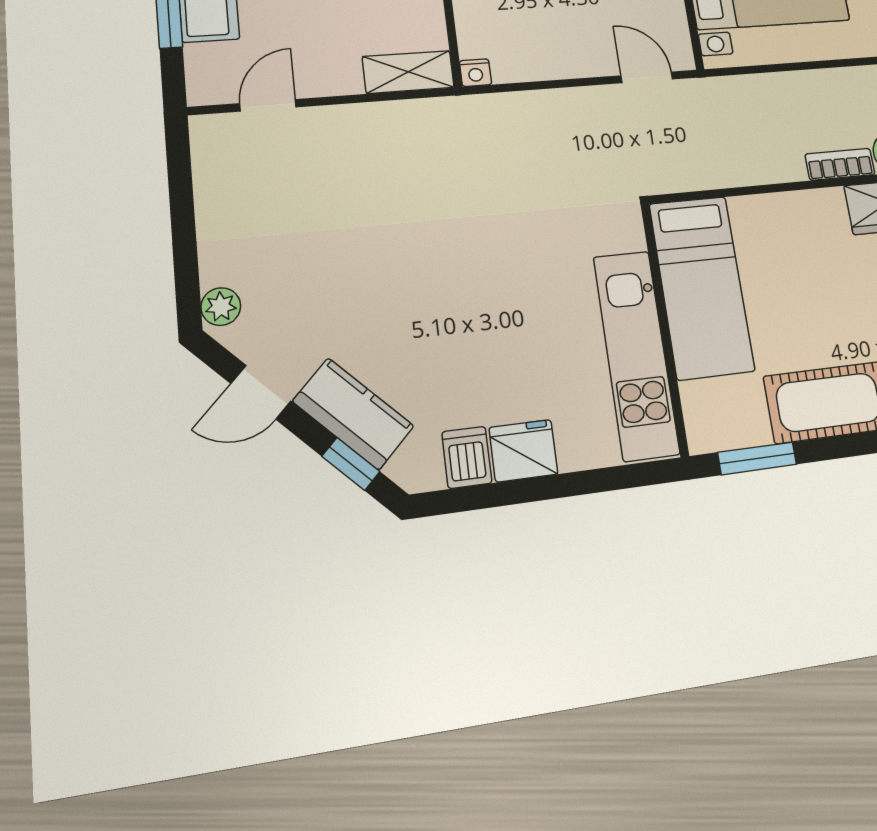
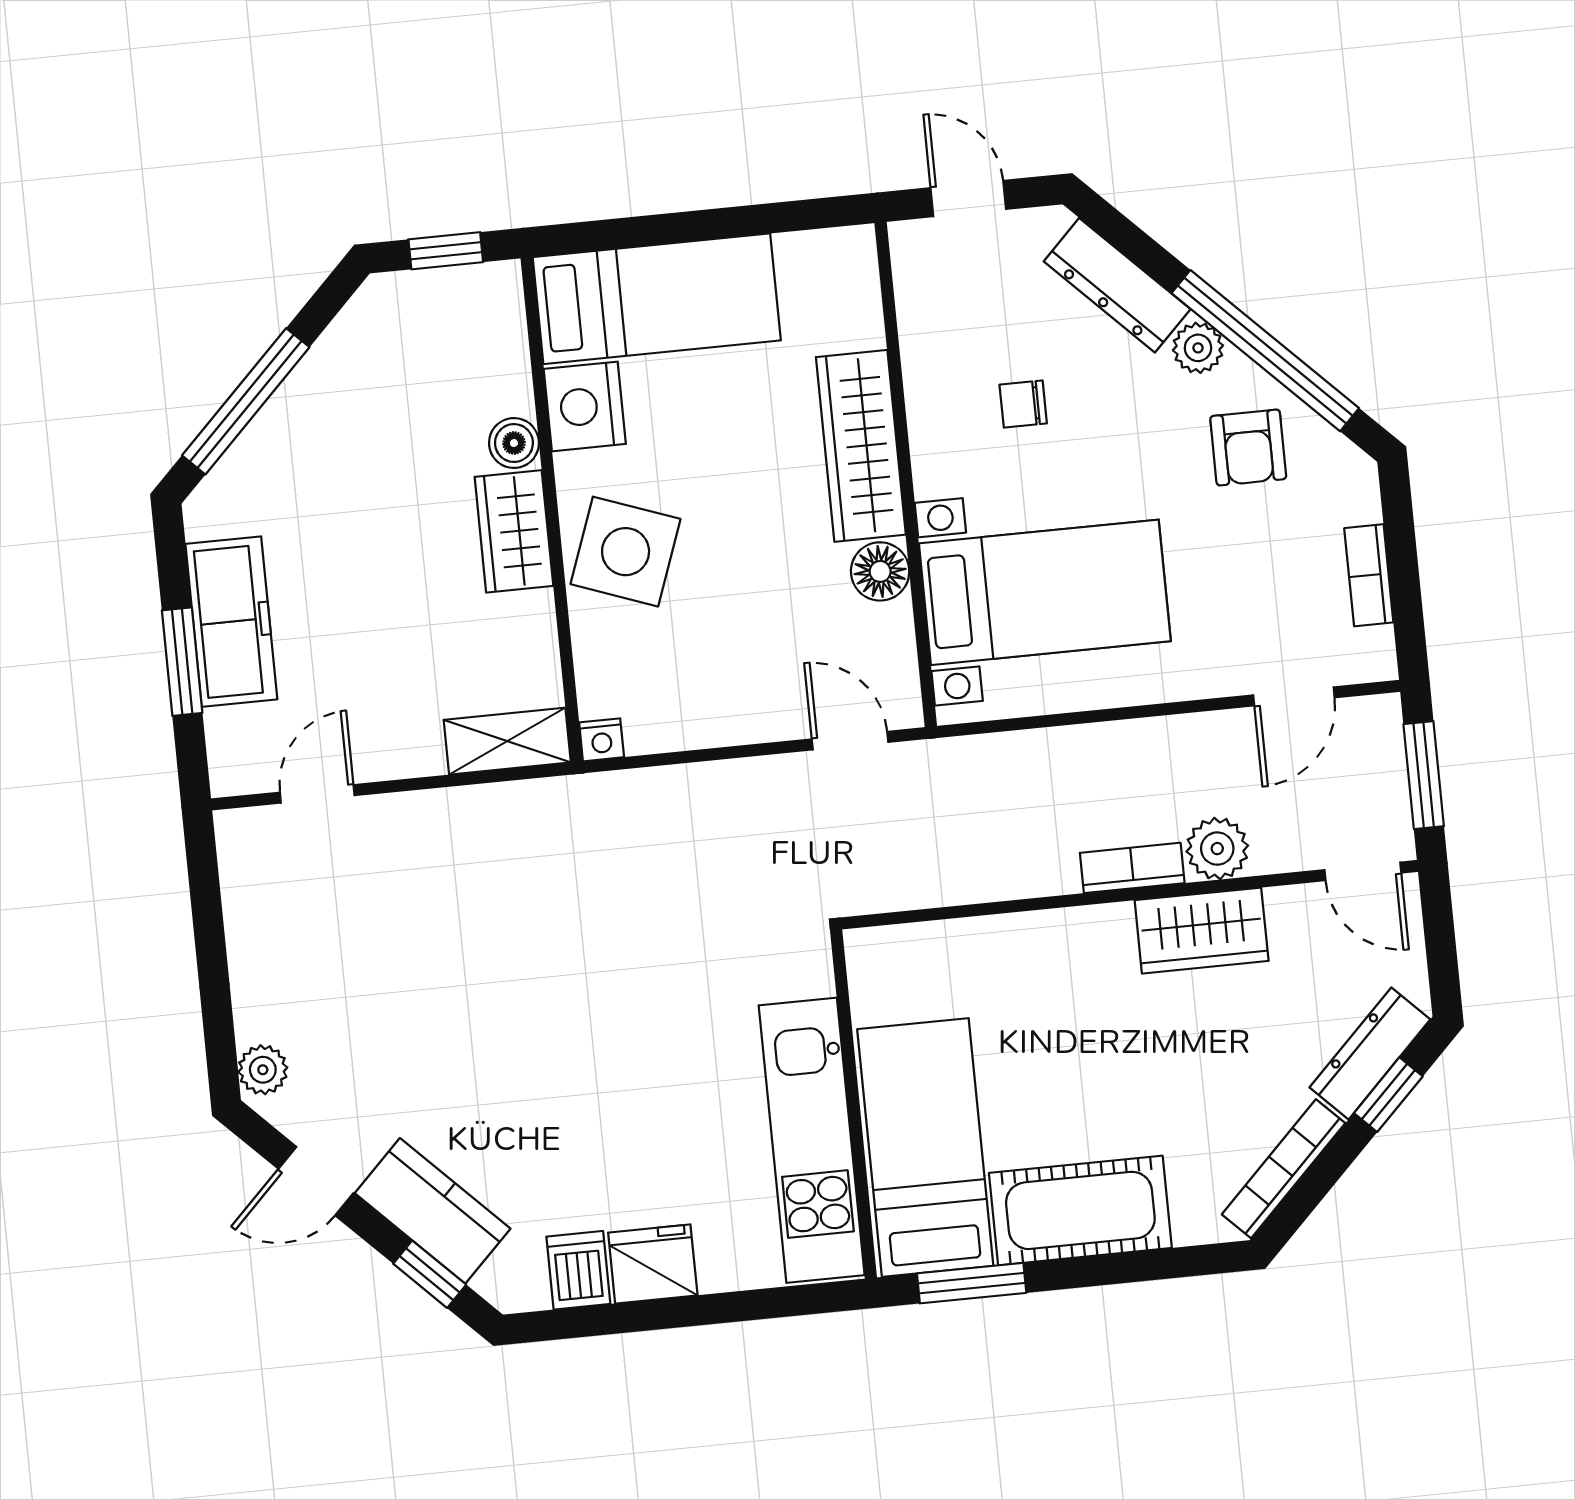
bed: (702, 287) -> (925, 1147), moved, turned 180

